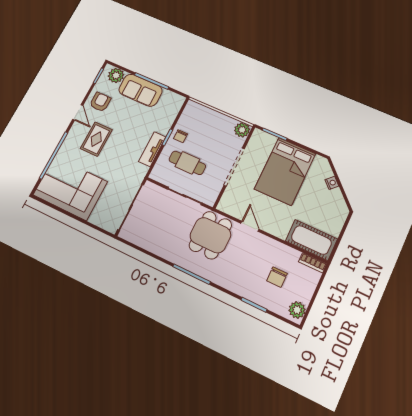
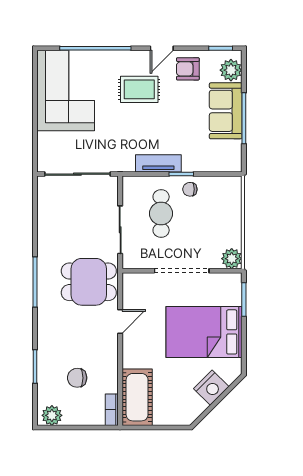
armchair: (100, 102) -> (188, 69), turned 180
nightstand: (332, 183) -> (211, 388), width x1.89, depth x1.79

